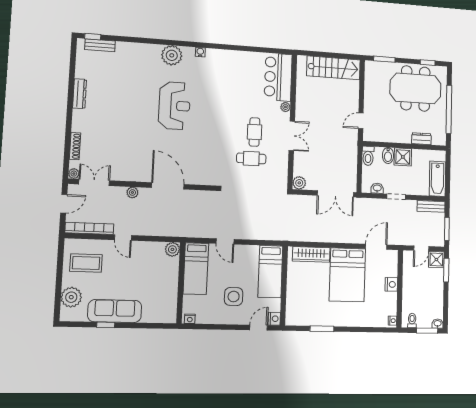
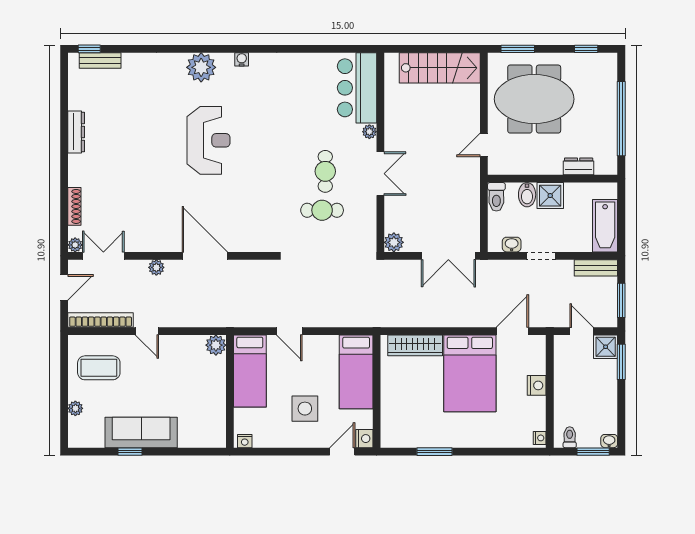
meeting table: (415, 88) -> (534, 99), moved
door: (421, 248) -> (582, 331), swing flipped
plant: (71, 297) -> (75, 408), width x0.53, depth x0.53

